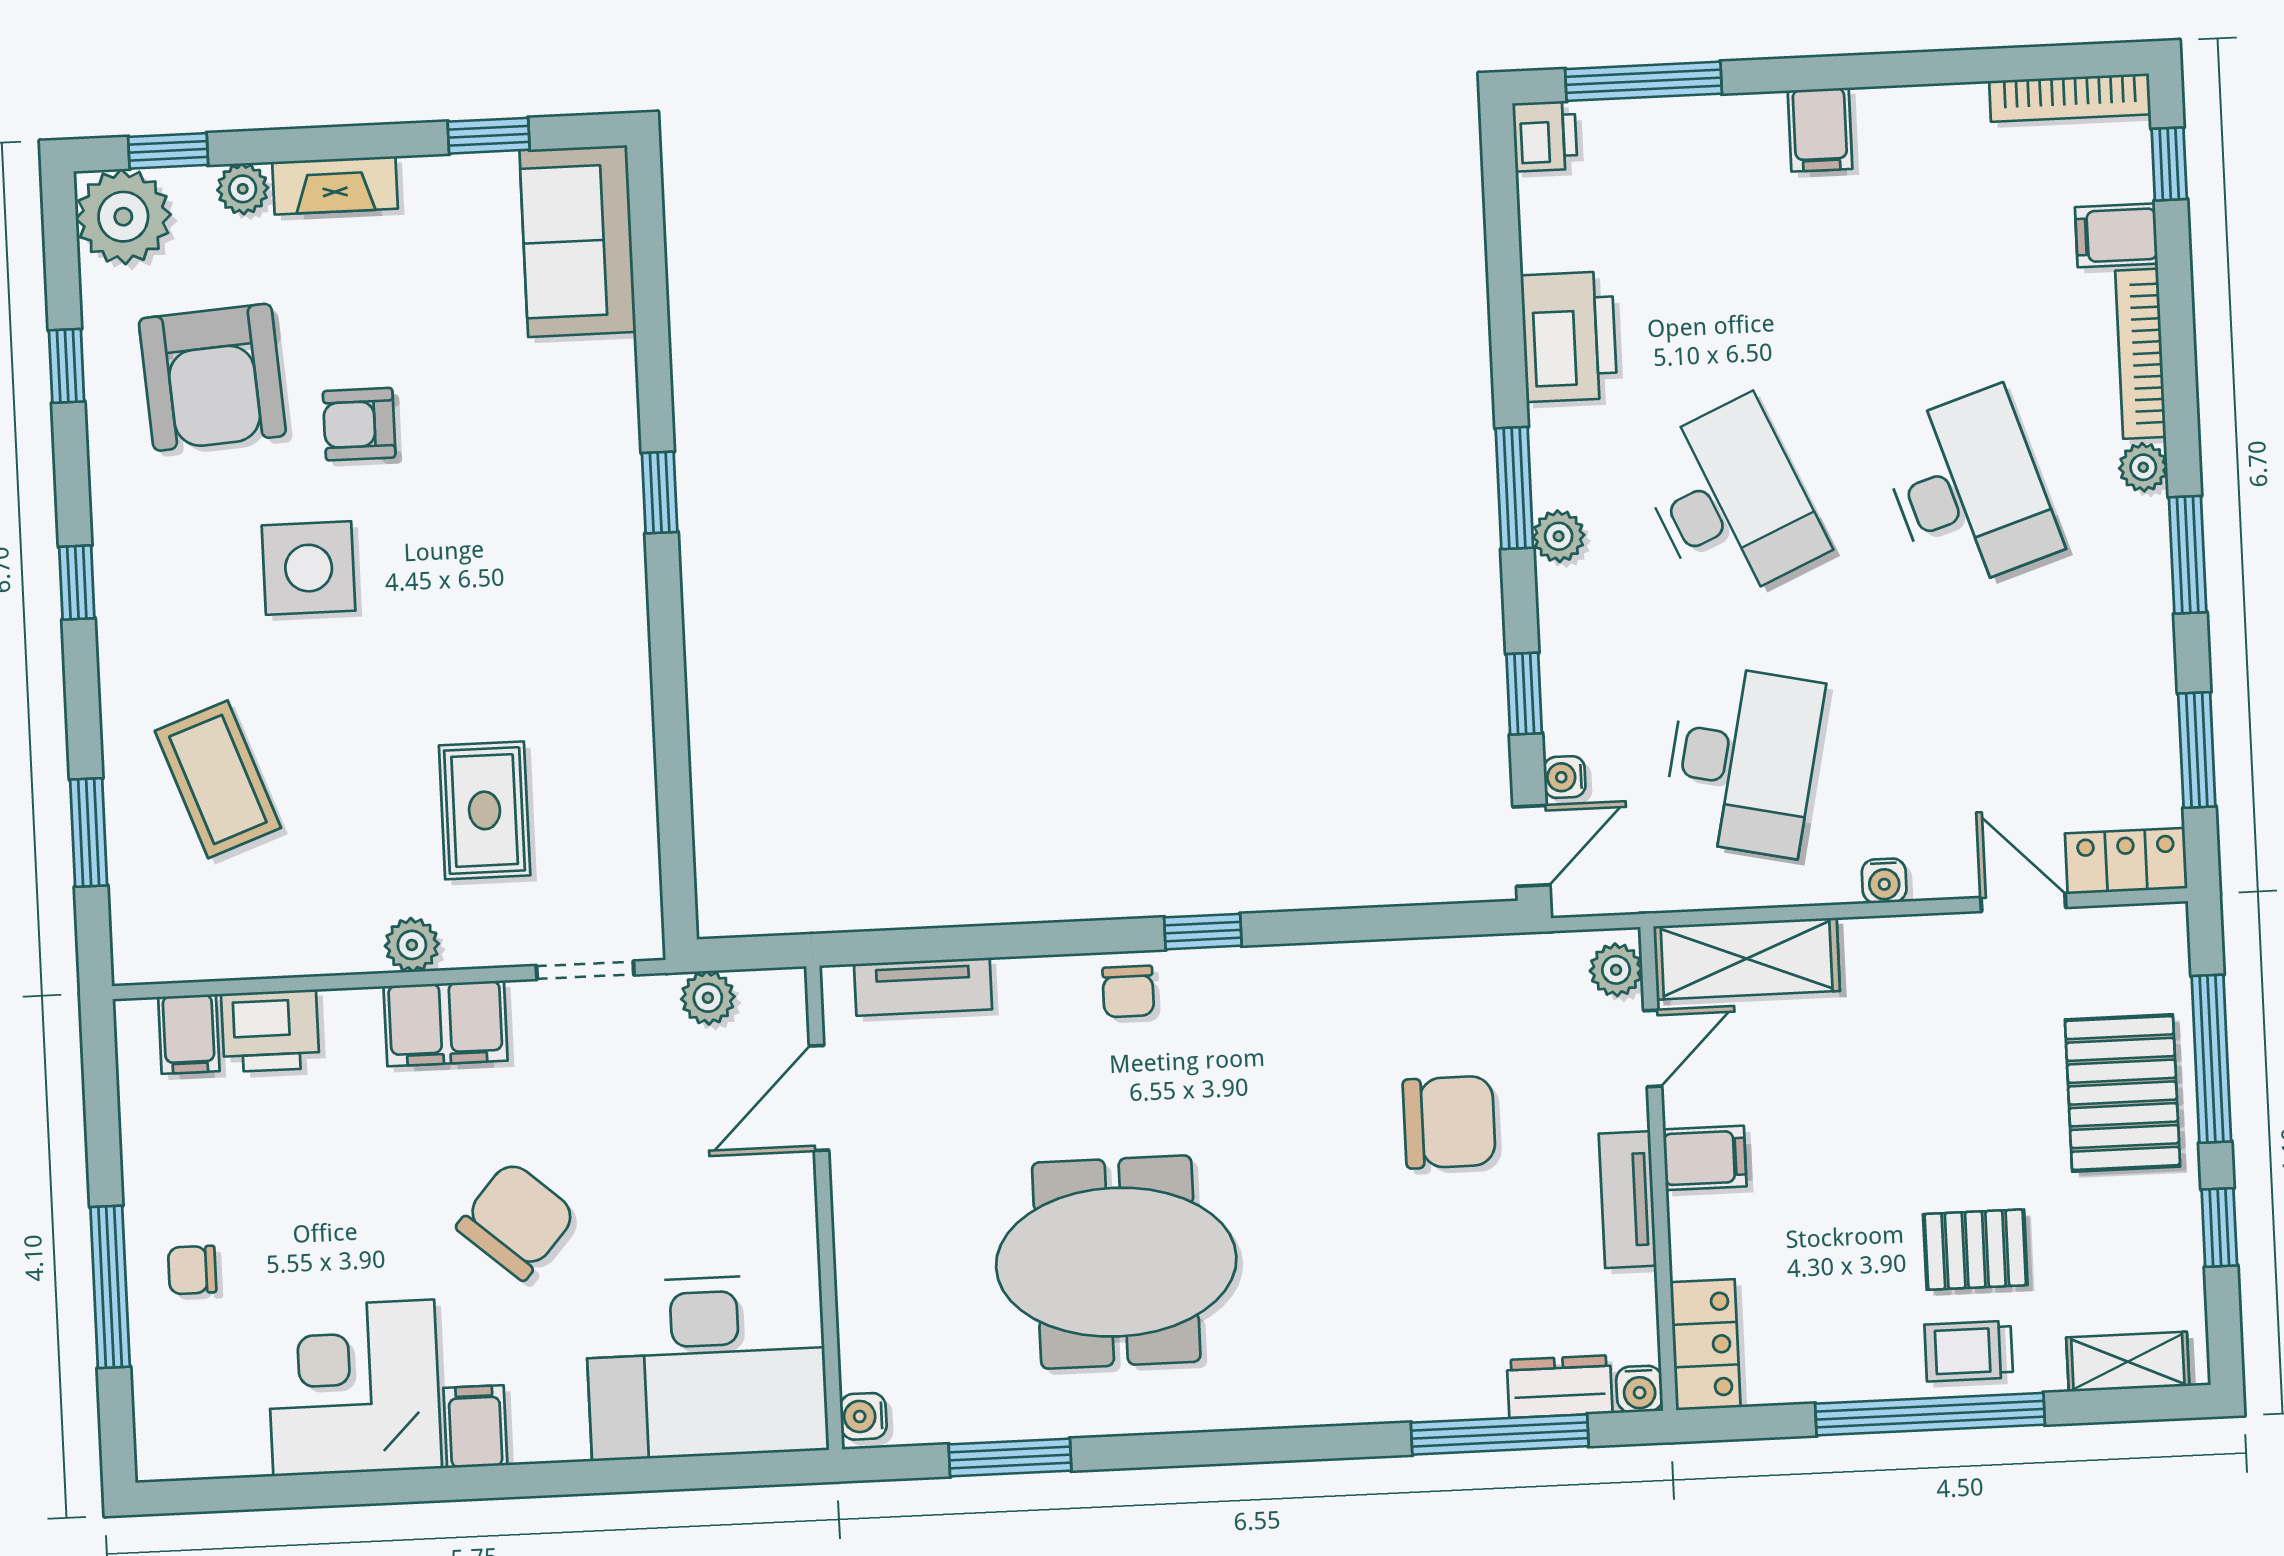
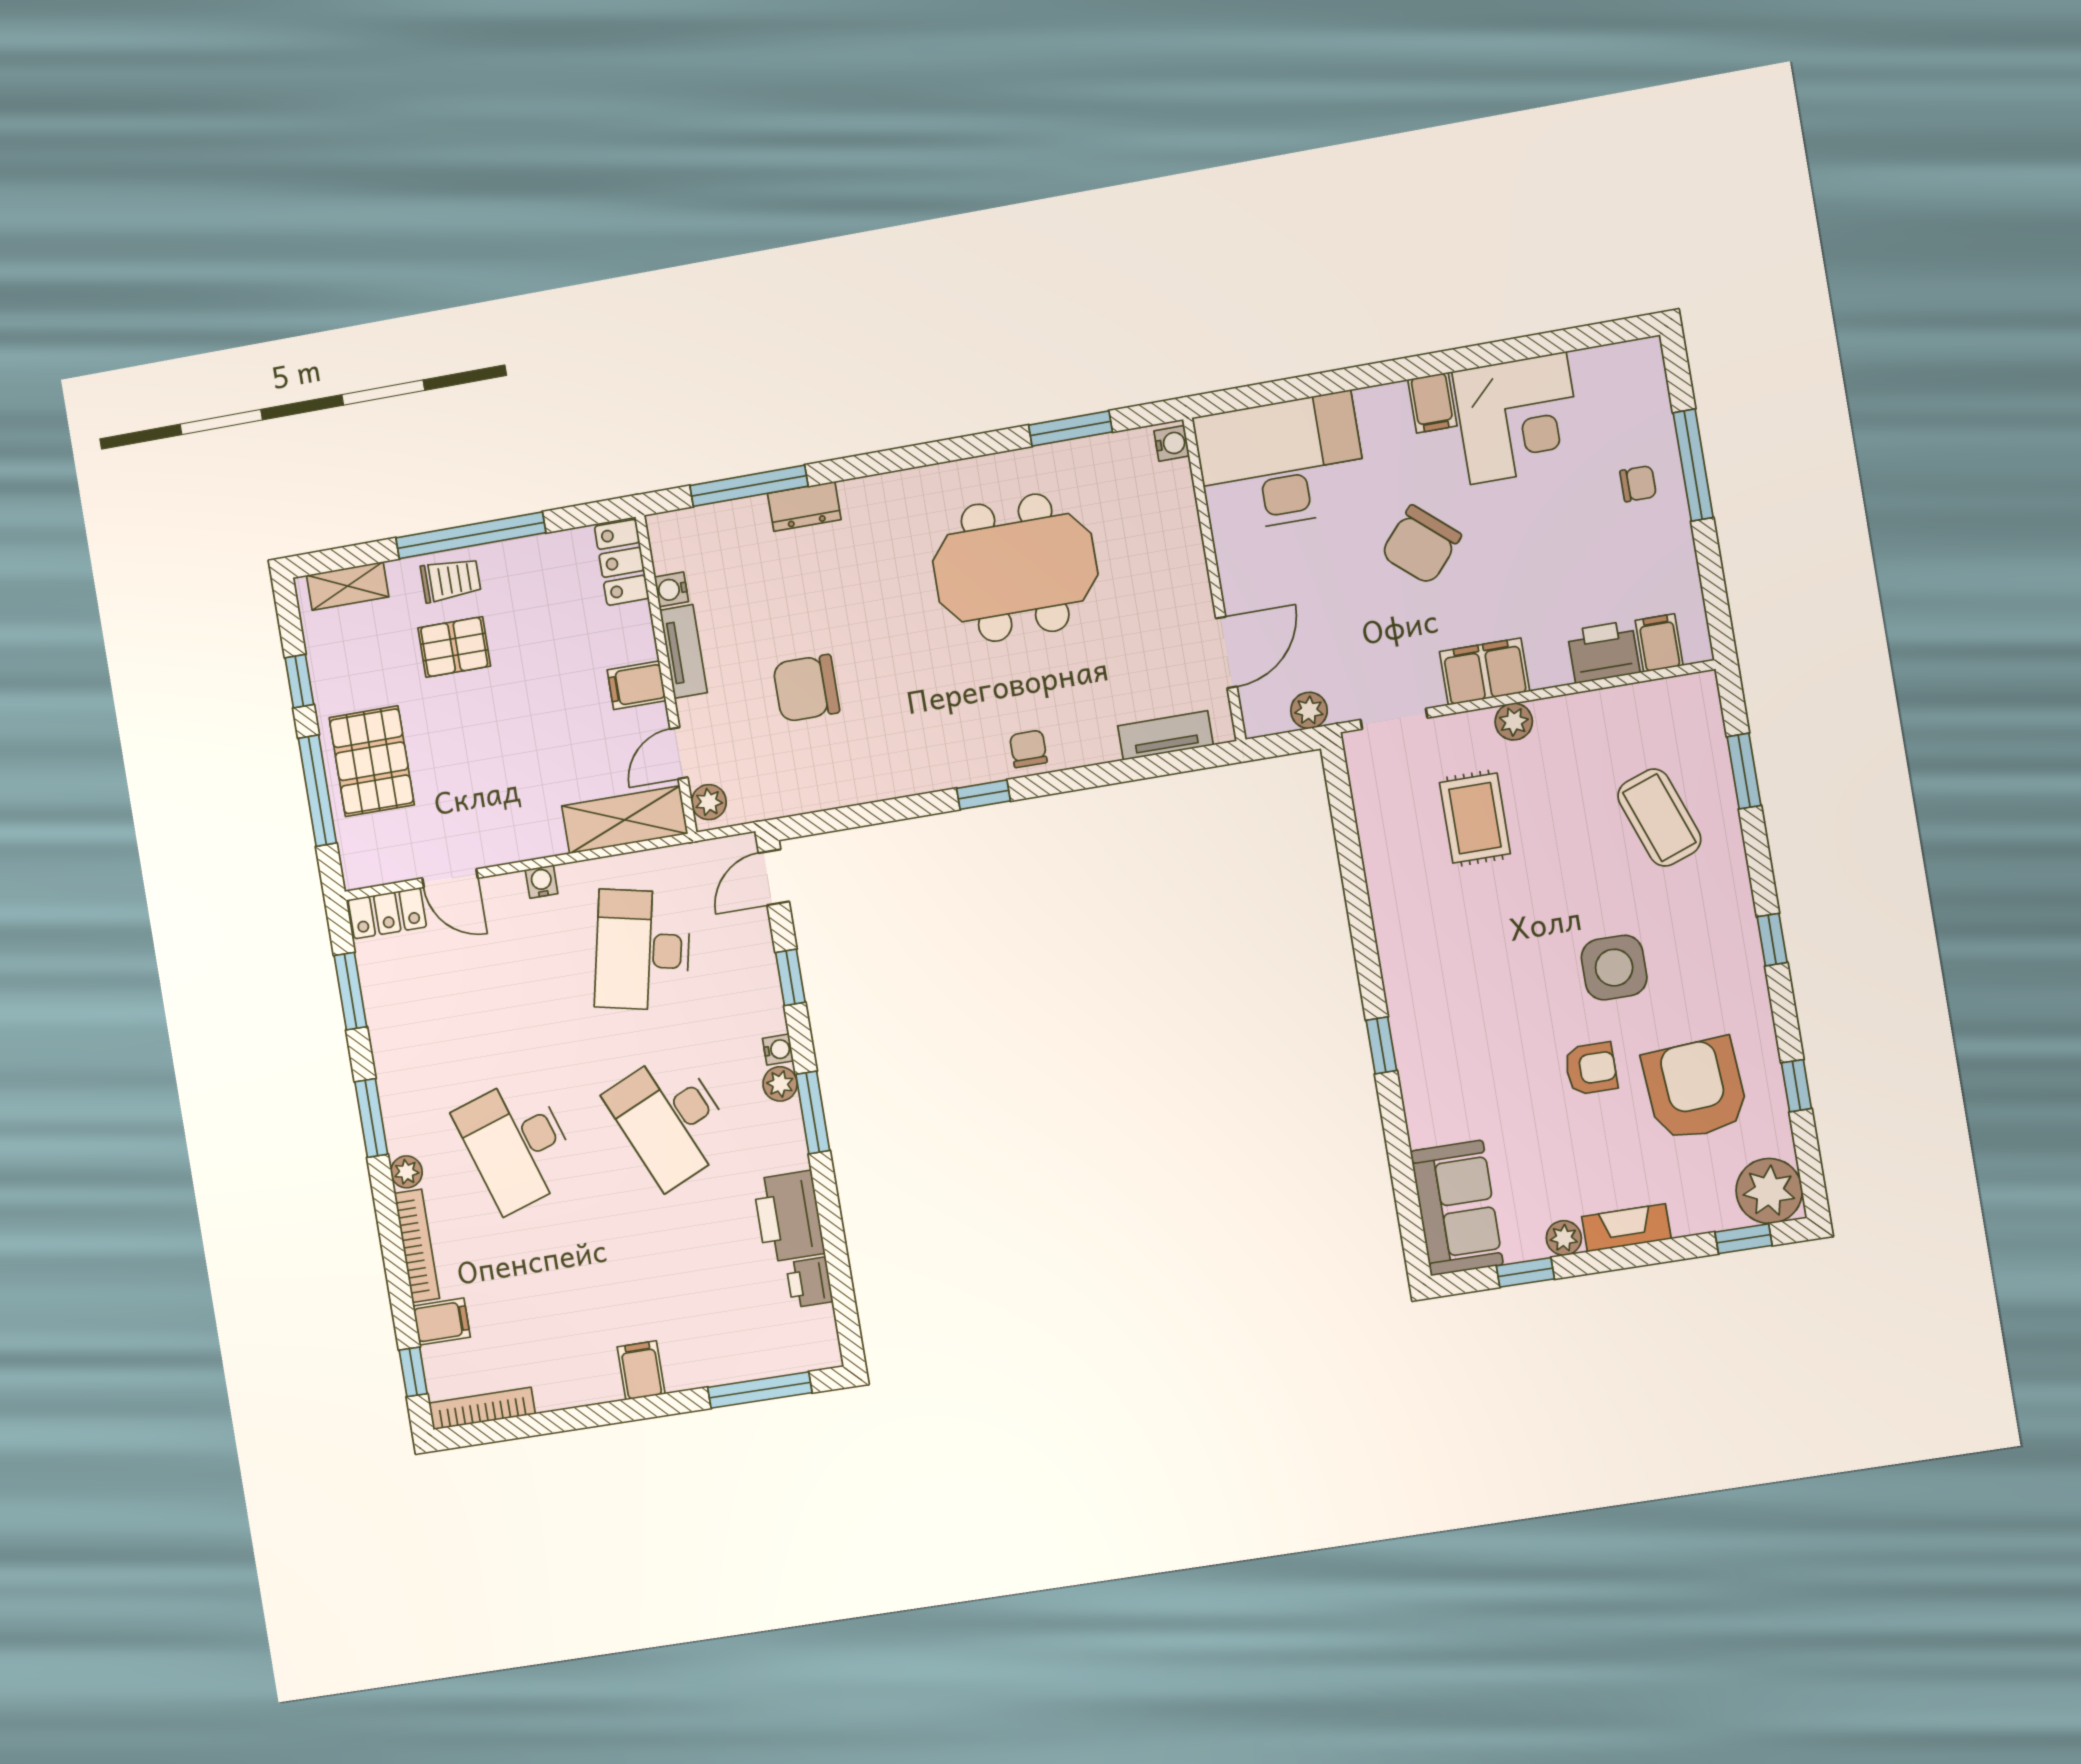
printer: (1545, 136) -> (809, 1282), moved
plant: (243, 189) -> (1564, 1238), moved
water cooler: (1565, 777) -> (778, 1050), moved
dresser: (1560, 1387) -> (804, 506), moved
water cooler: (1639, 1389) -> (671, 589), moved, turned -90

